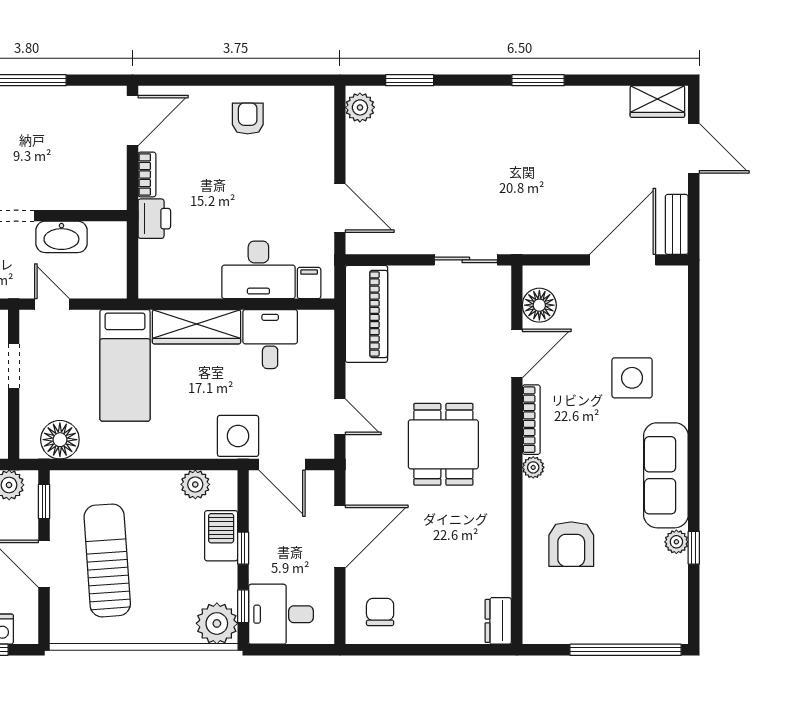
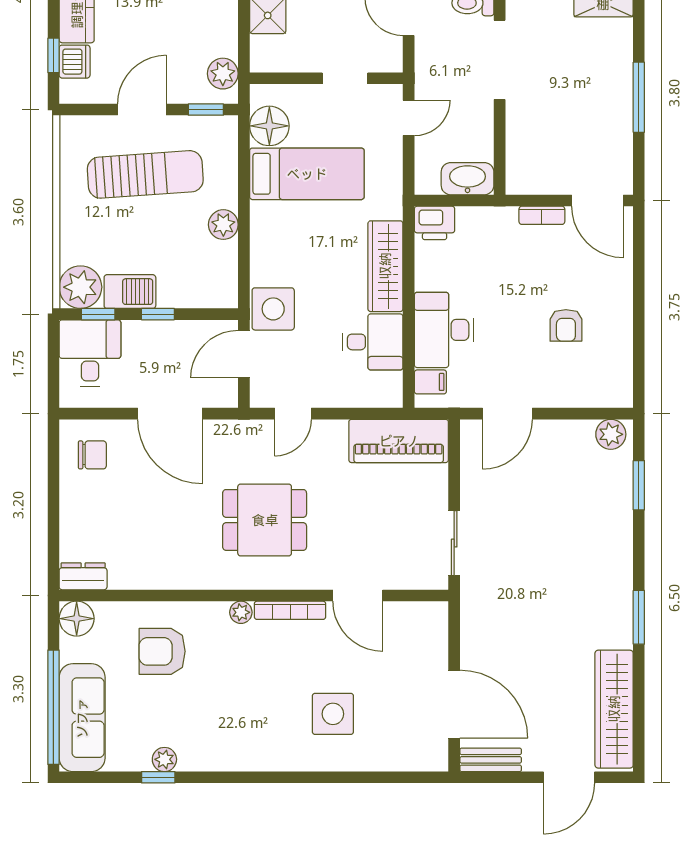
wardrobe: (657, 102) -> (614, 709), width x2.10, depth x1.17
armchair: (248, 118) -> (566, 325), moved, turned 90
printer: (154, 219) -> (435, 223), moved
washbasin: (61, 237) -> (468, 179), moved, turned 90
floor lamp: (539, 305) -> (77, 619), moved
bed: (125, 365) -> (307, 174), moved, turned 180
sofa: (666, 475) -> (82, 718), moved, turned 90
plant: (195, 484) -> (223, 225), moved
barbecue: (221, 536) -> (130, 292), moved

